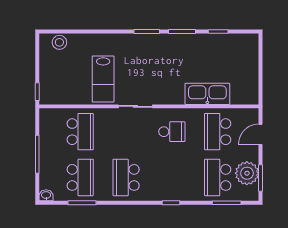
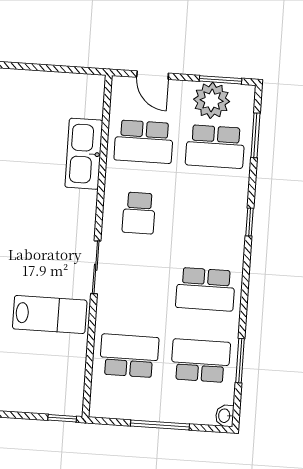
school desk: (172, 132) -> (139, 213), turned 180

